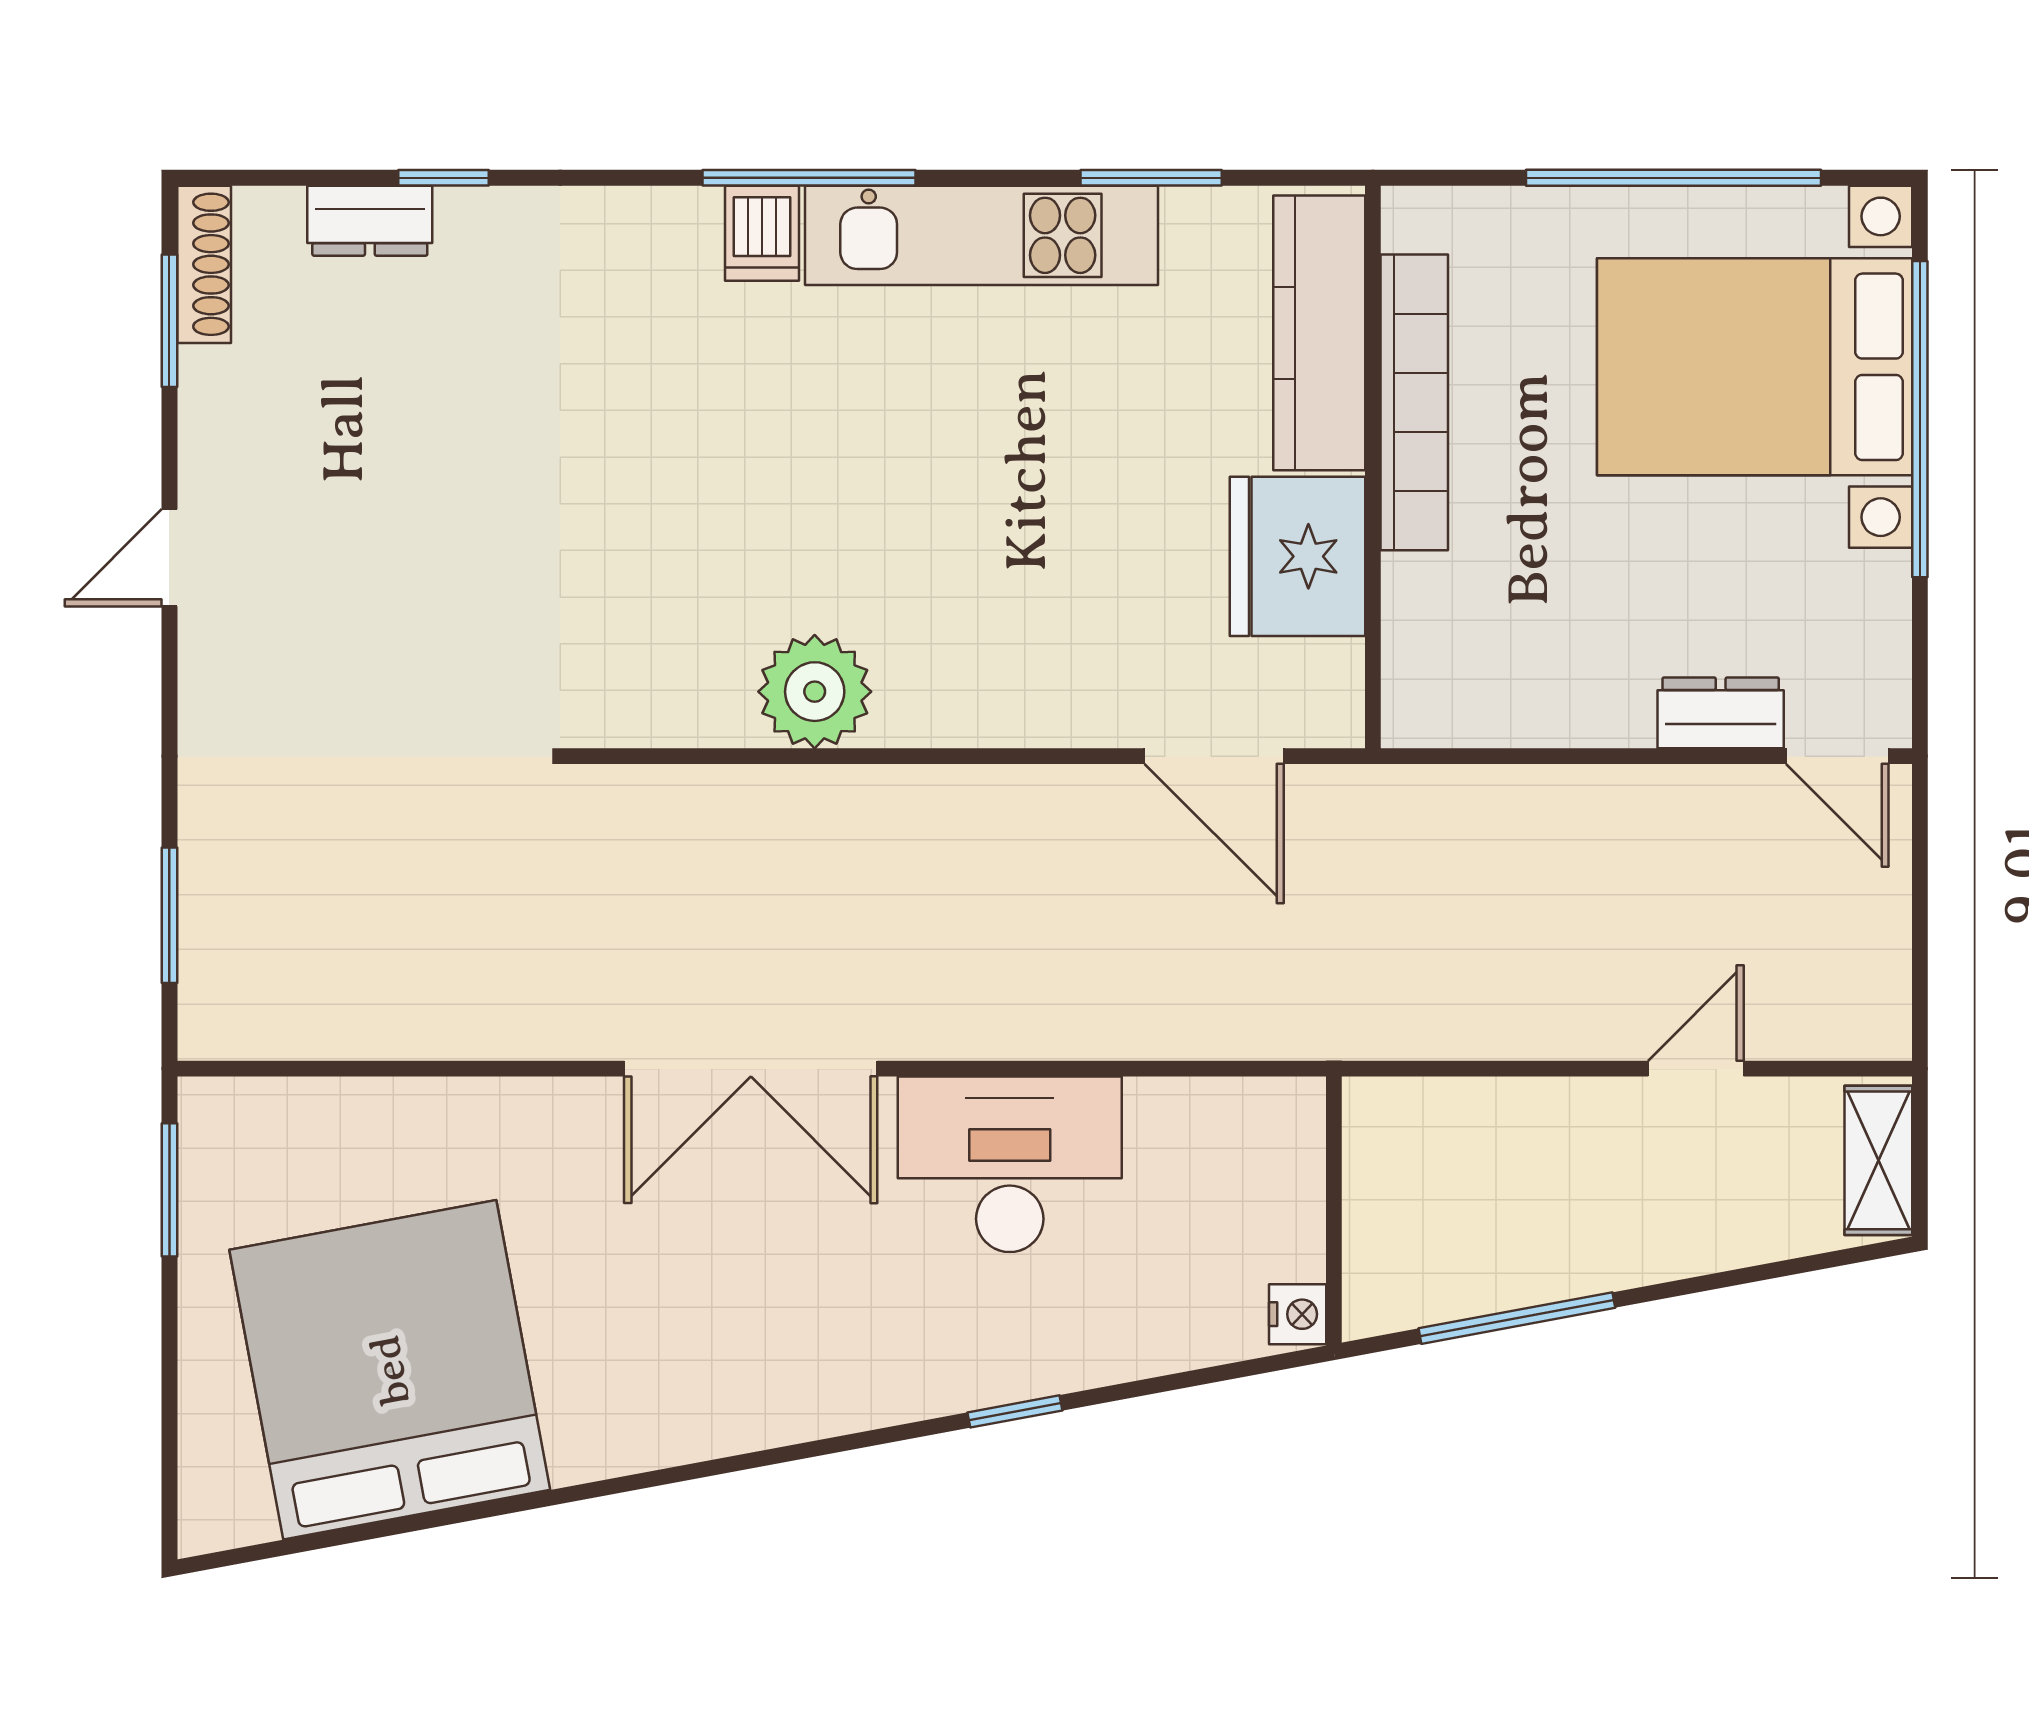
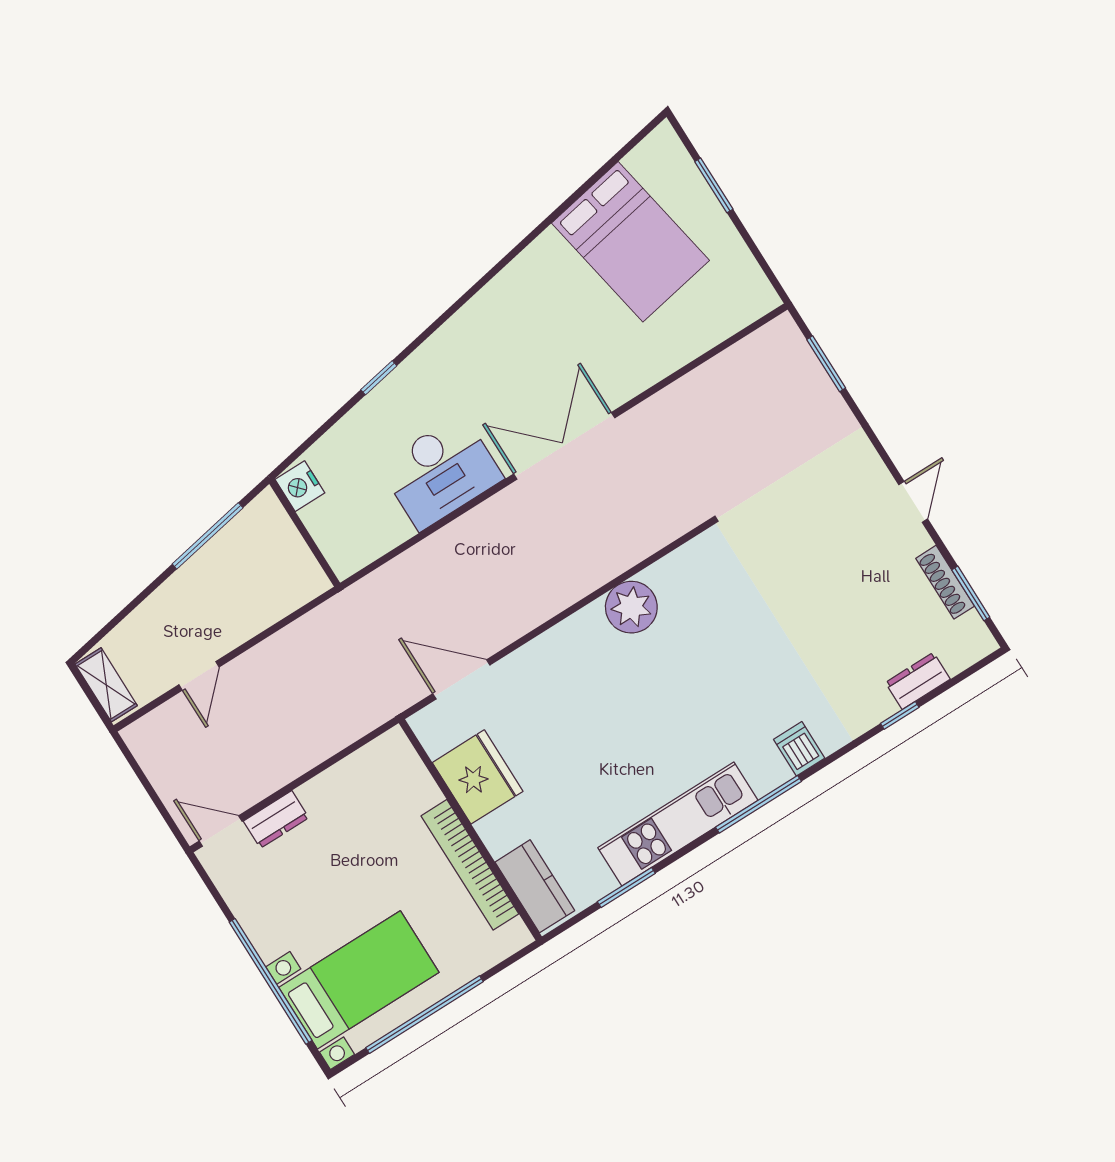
dishwasher: (762, 233) -> (799, 749), moved
shoe rack: (204, 264) -> (945, 582), moved
kitchen counter: (1319, 333) -> (535, 886), width x0.67
bed with nightstands: (1755, 367) -> (359, 980), width x0.73
window: (169, 1190) -> (714, 185), moved
nightstand: (1298, 1314) -> (300, 486), width x1.39, depth x1.35
bed: (390, 1370) -> (630, 242), width x0.73

